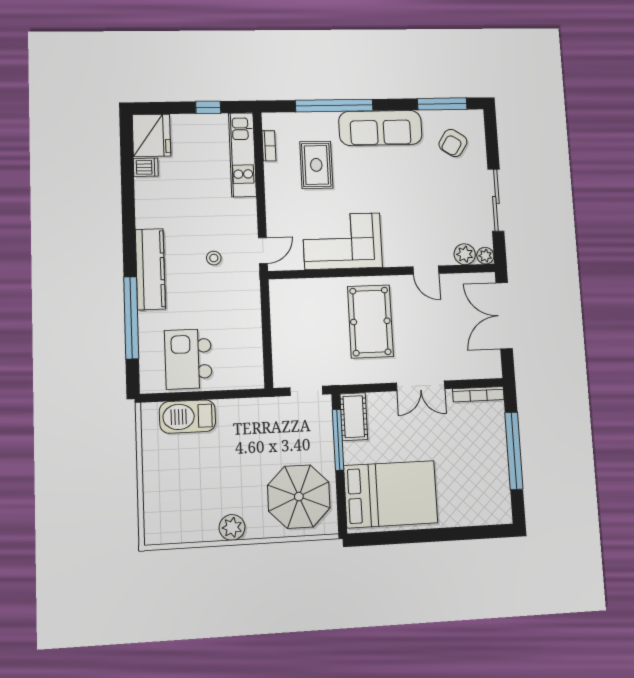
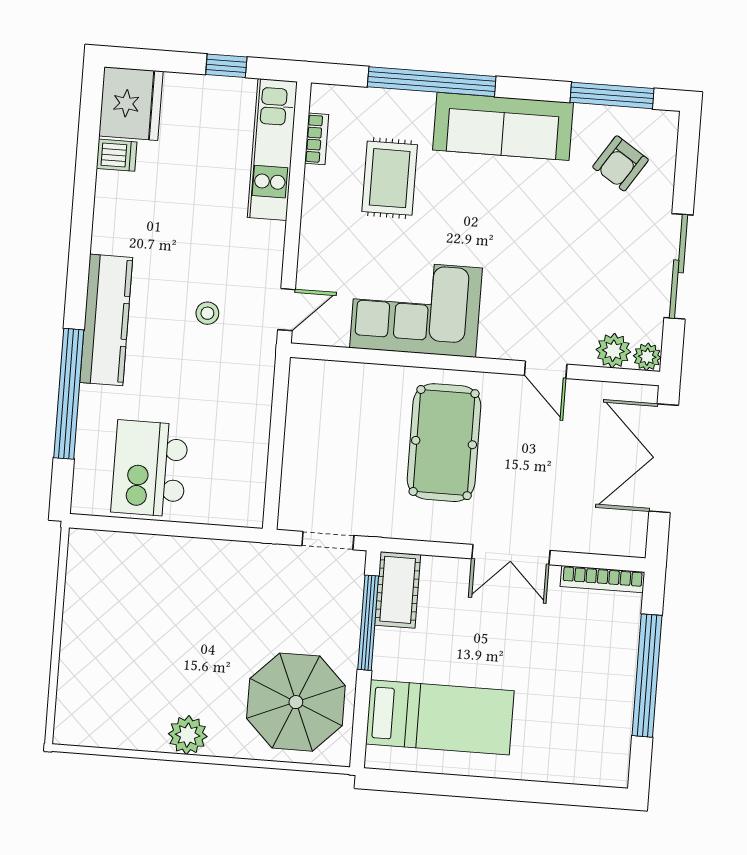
barbecue: (187, 417) -> (139, 558), removed
bed: (391, 494) -> (440, 717), width x0.67

